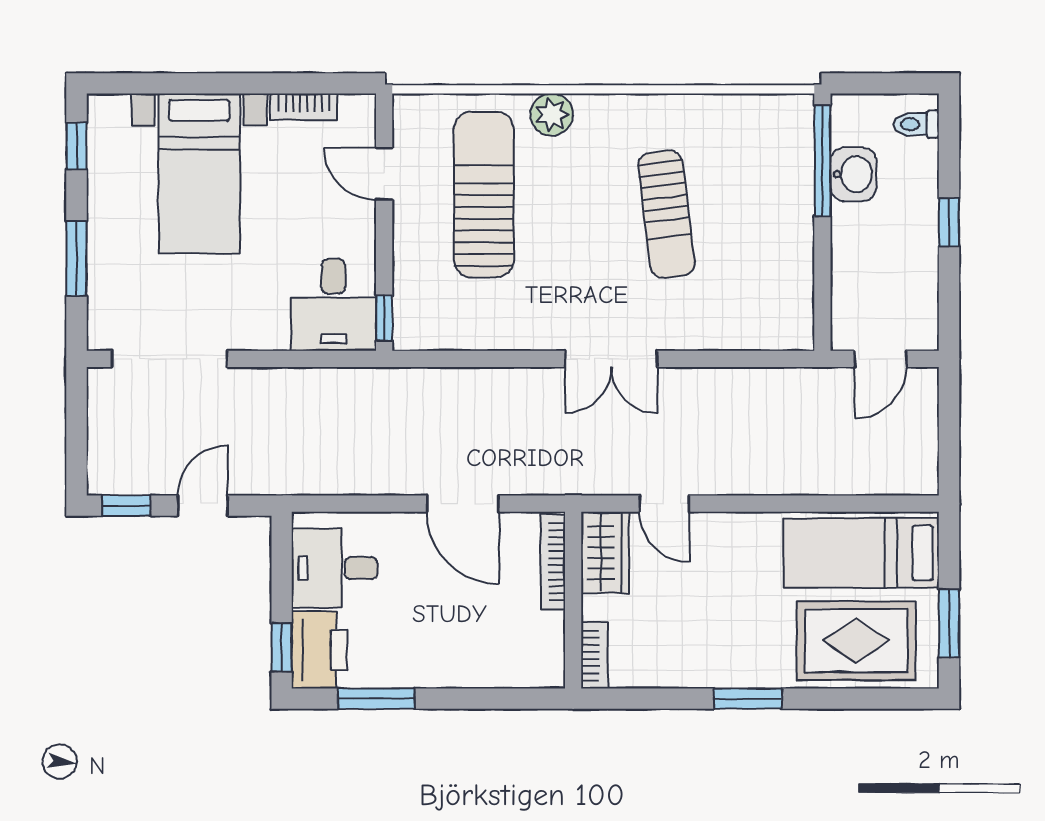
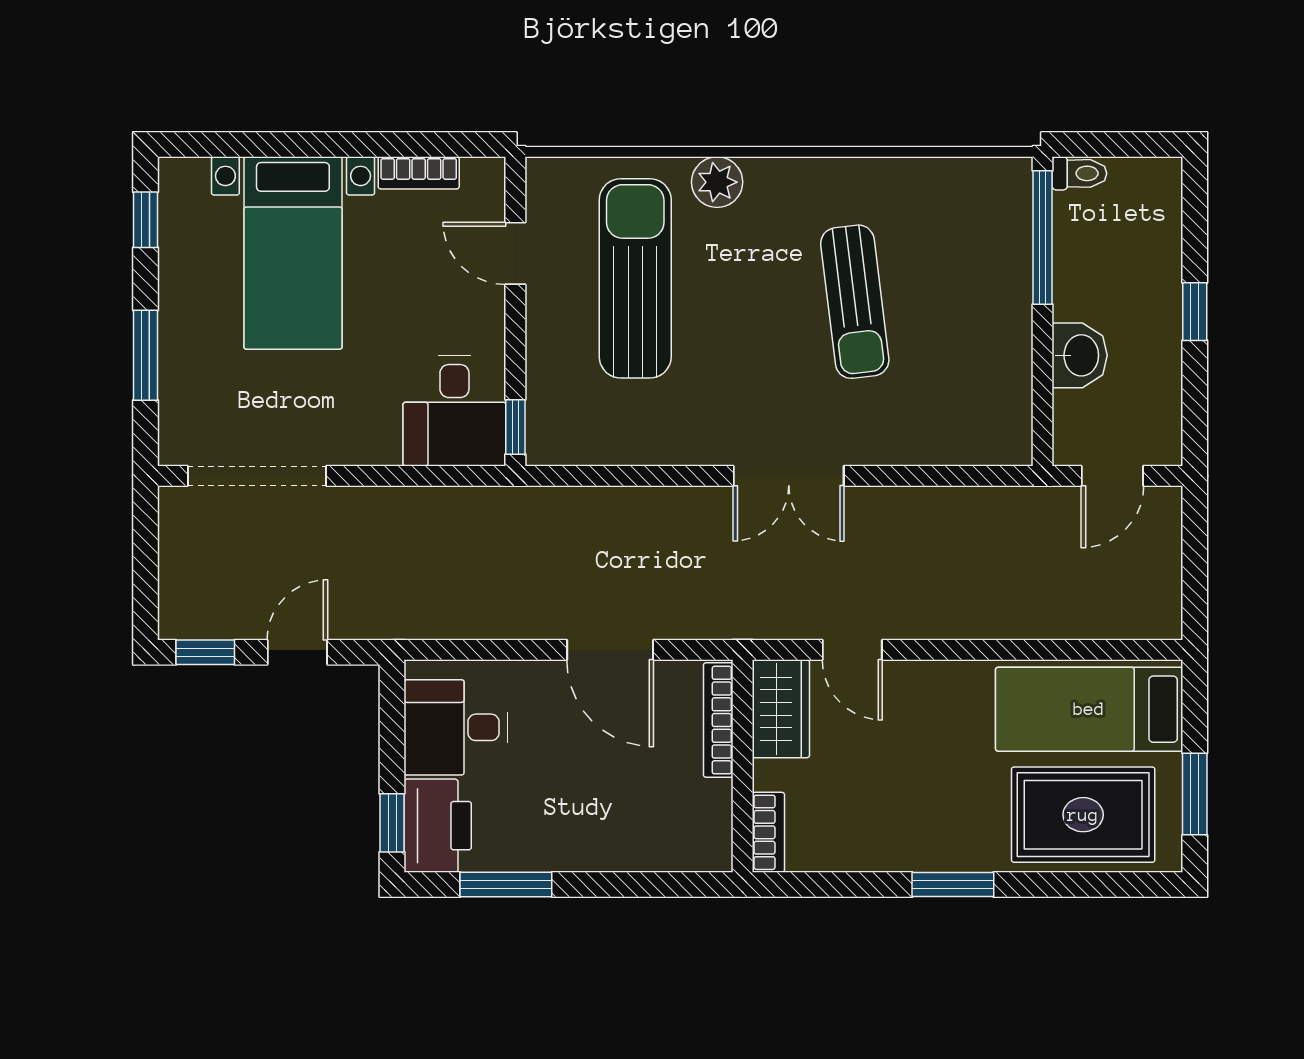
toilet: (916, 124) -> (1079, 173), moved, turned 180
washbasin: (853, 174) -> (1080, 355), moved

